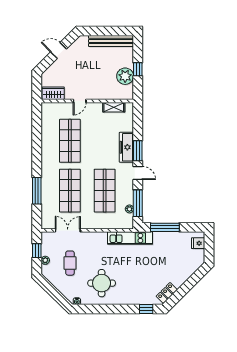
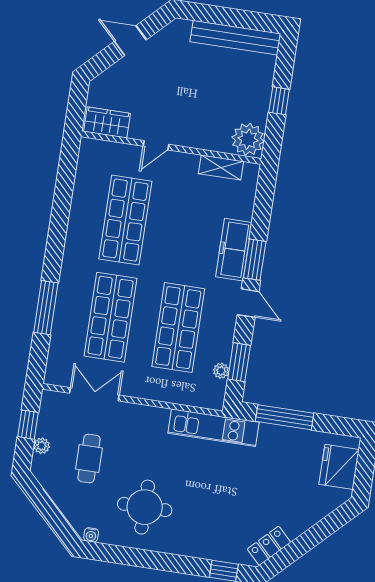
plant: (125, 76) -> (248, 139), moved
window: (138, 203) -> (239, 362), width x0.69
fridge: (198, 243) -> (339, 467), width x1.88, depth x1.34

